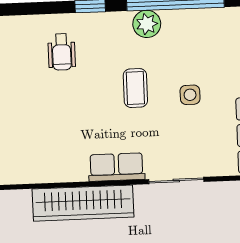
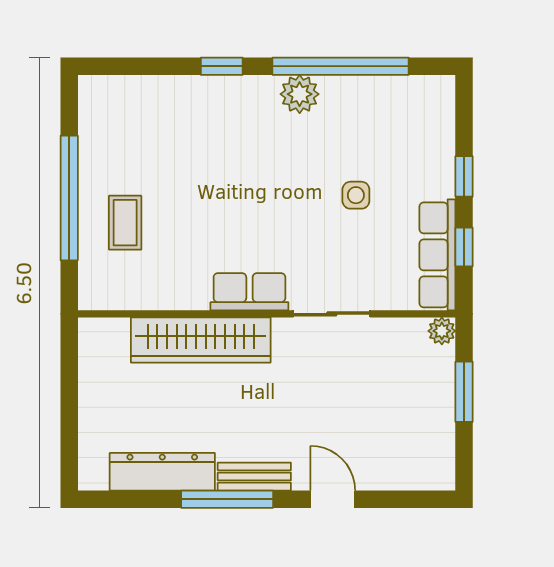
wheelchair: (62, 52) -> (179, 128), removed
coffee table: (135, 88) -> (125, 223), moved

